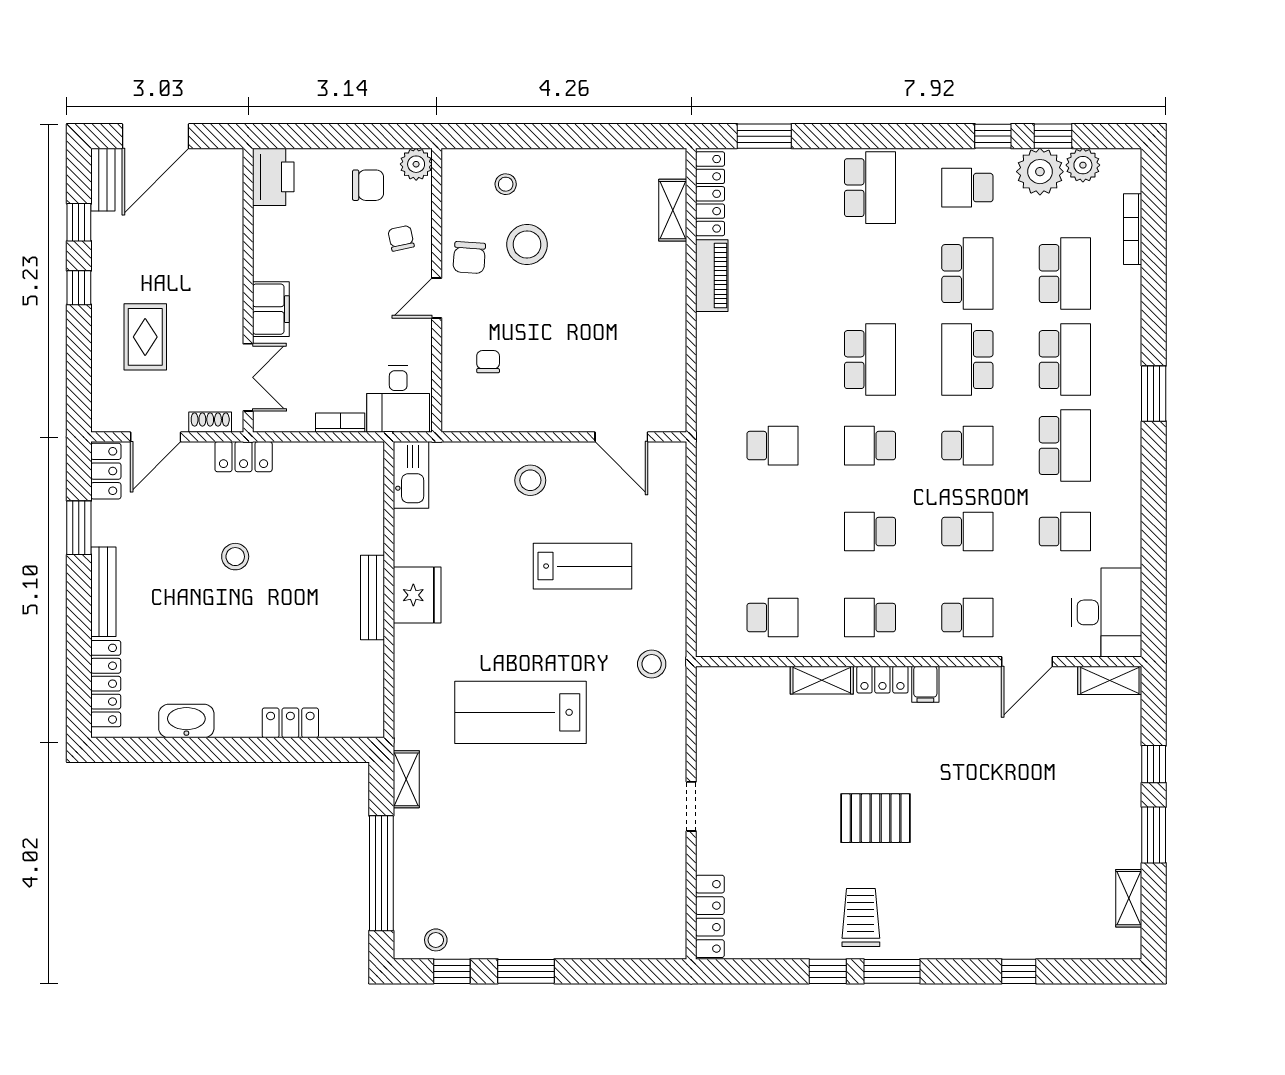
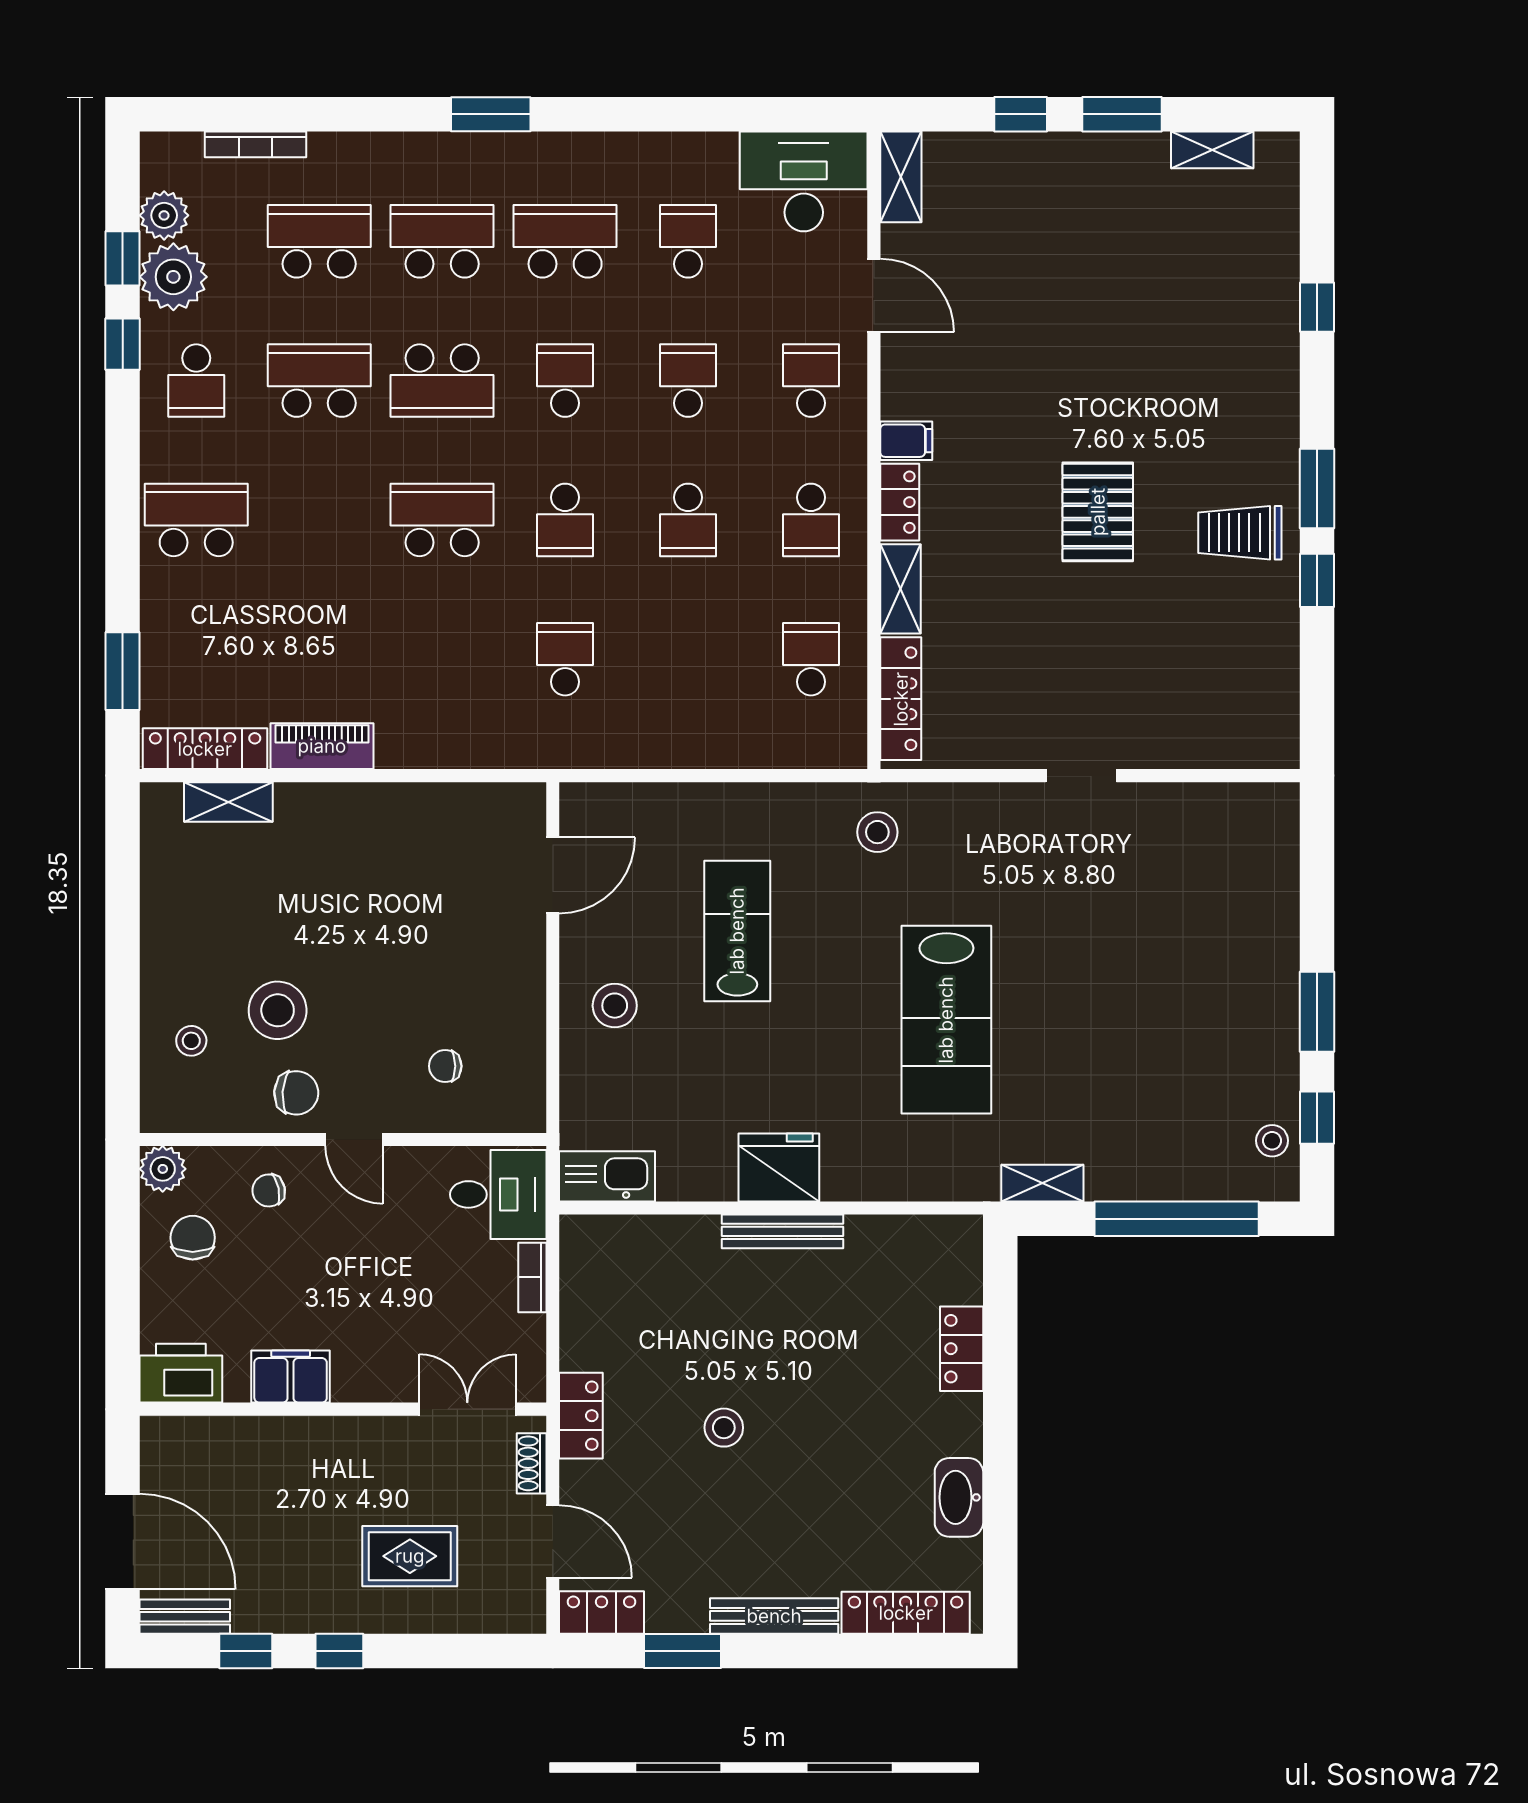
filing cabinet: (271, 309) -> (291, 1377), moved
locker: (710, 916) -> (901, 699), moved, turned 90

